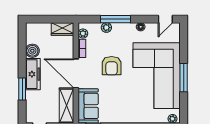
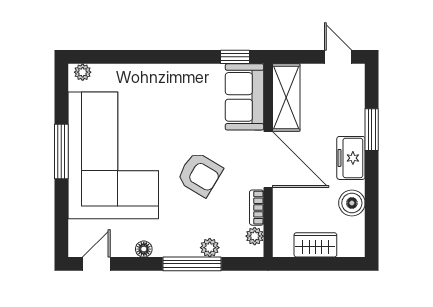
wardrobe: (62, 29) -> (315, 245), moved
armchair: (112, 66) -> (200, 174), turned 121
freezer: (33, 74) -> (351, 158), width x0.71

